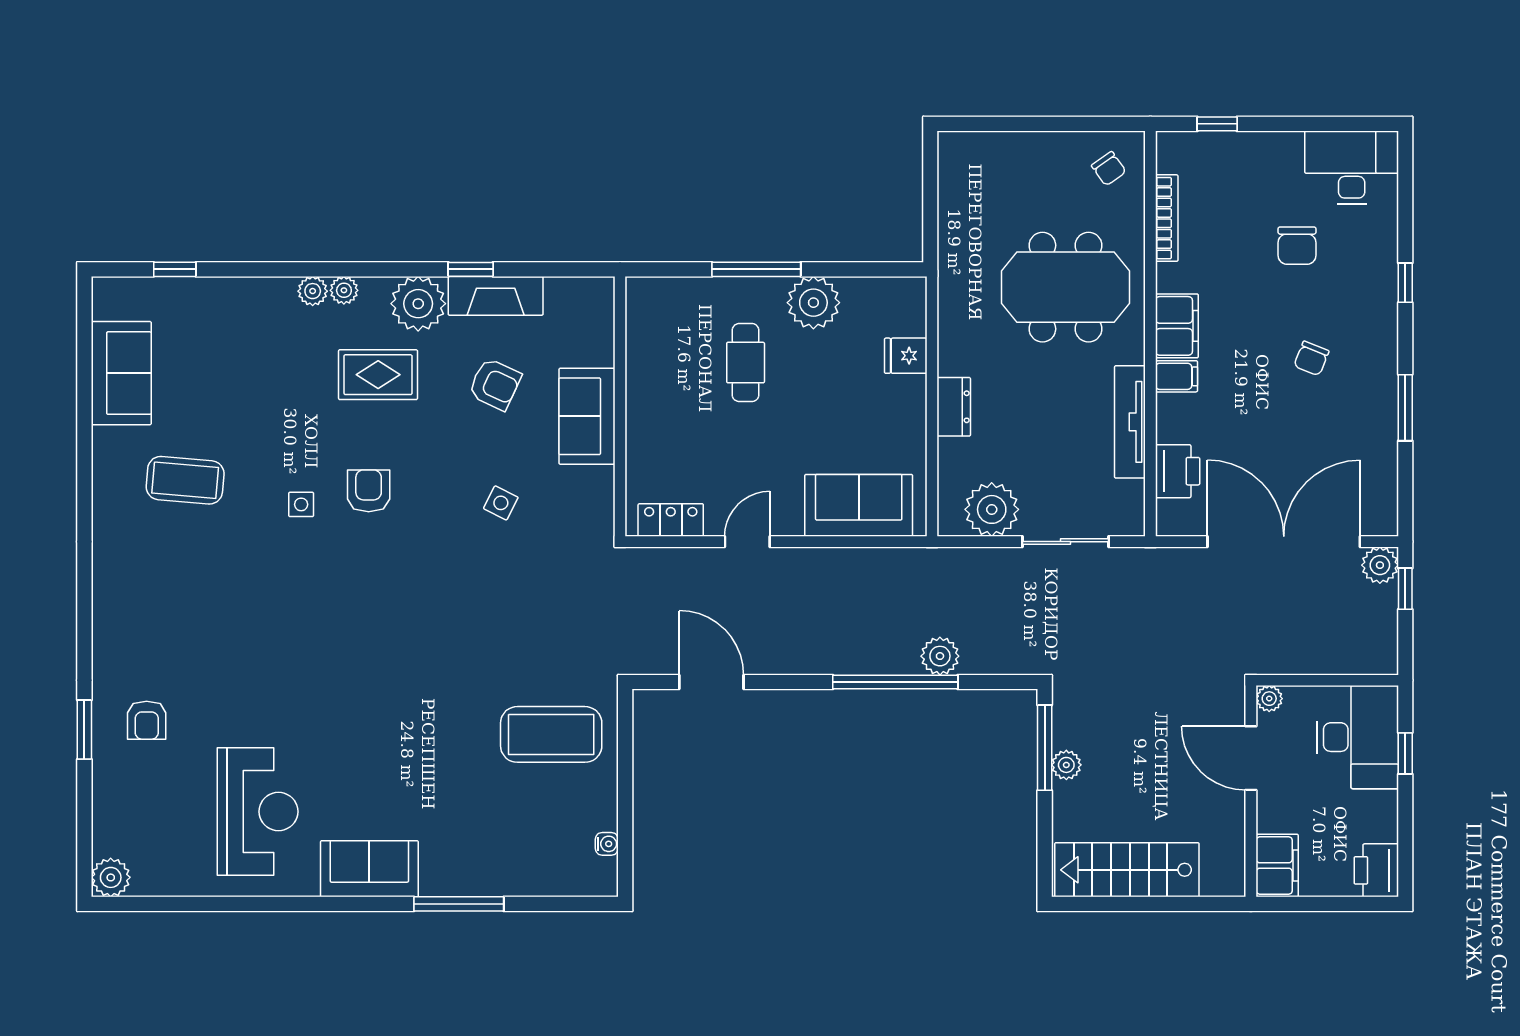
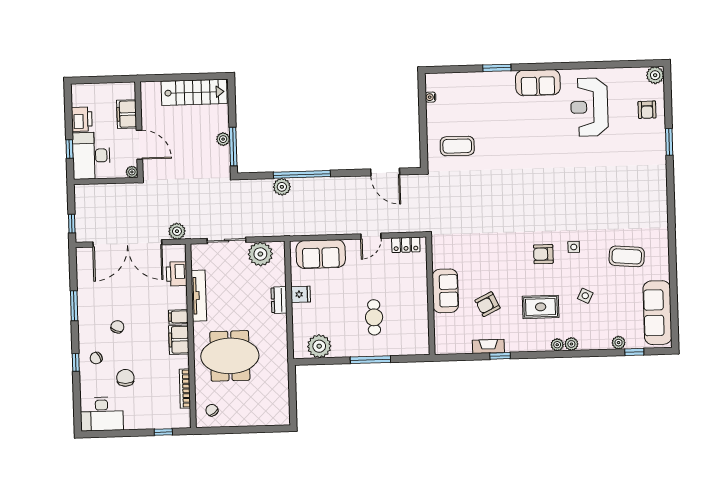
chair: (1360, 291) -> (96, 358), added
fireplace: (496, 296) -> (488, 346), width x0.73, depth x0.76
plant: (813, 303) -> (319, 346), moved
plant: (418, 304) -> (619, 343), moved, width x0.53, depth x0.53
fridge: (906, 356) -> (301, 294), moved
sofa: (121, 373) -> (657, 313), width x1.36
armchair: (495, 384) -> (488, 304), turned -51
armchair: (369, 491) -> (543, 254), turned 90
side table: (501, 503) -> (585, 296), moved
plant: (1380, 565) -> (177, 231), moved
armchair: (147, 720) -> (647, 110), moved, turned 180
coffee table: (551, 734) -> (457, 146), width x0.73, depth x0.76
filing cabinet: (1277, 866) -> (127, 114), moved
printer: (1376, 870) -> (82, 119), moved
window: (459, 904) -> (497, 68), width x0.69

